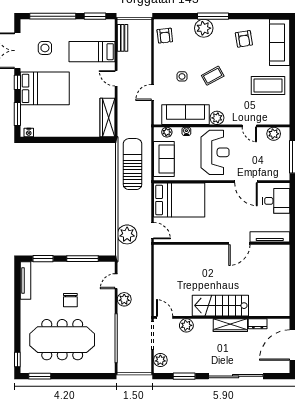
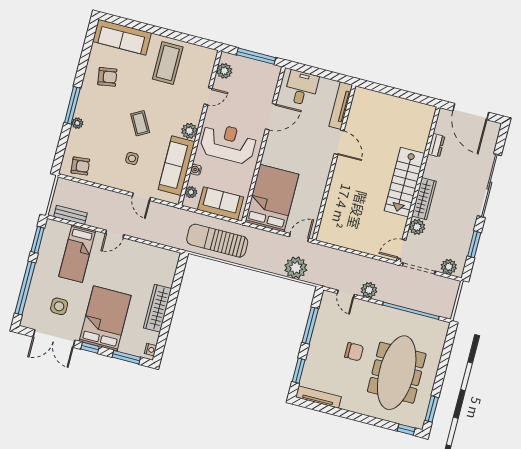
plant: (204, 28) -> (77, 123), width x0.53, depth x0.53
wardrobe: (108, 117) -> (157, 308), moved, turned 90
wardrobe: (230, 325) -> (424, 199), moved

